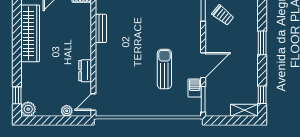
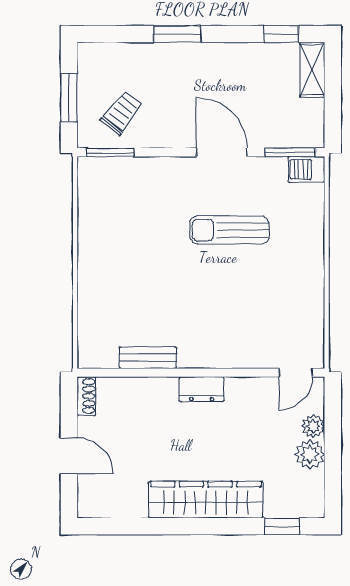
wardrobe: (30, 33) -> (206, 500), moved
dresser: (85, 71) -> (202, 389), moved
barbecue: (195, 88) -> (306, 169), moved
door: (93, 102) -> (296, 373), hinge flipped
plant: (28, 109) -> (310, 454), moved

